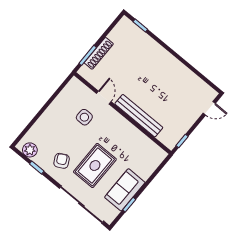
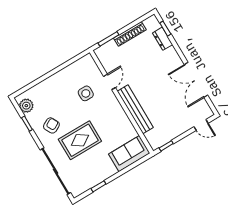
dresser: (141, 36) -> (163, 39), added
shoe rack: (99, 53) -> (130, 34), moved
double door: (189, 65) -> (196, 80), added
sofa: (125, 190) -> (129, 154), moved

